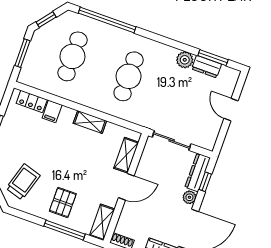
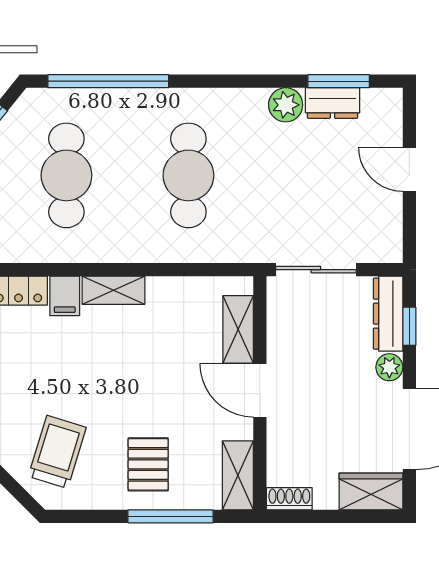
shelving: (90, 122) -> (113, 290), moved
door: (126, 187) -> (260, 390), swing flipped

